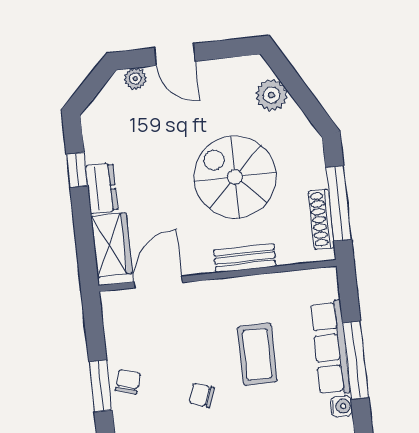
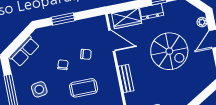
plant: (271, 95) -> (200, 84), removed
spiral stairs: (235, 177) -> (169, 51), moved, turned 90
chair: (128, 382) -> (86, 54), moved

